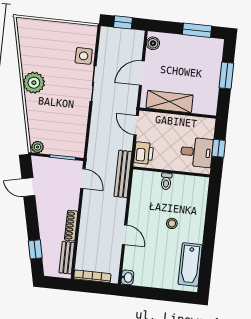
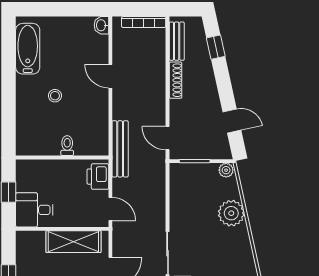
plant: (34, 83) -> (231, 213), moved
desk: (197, 152) -> (34, 210), moved

